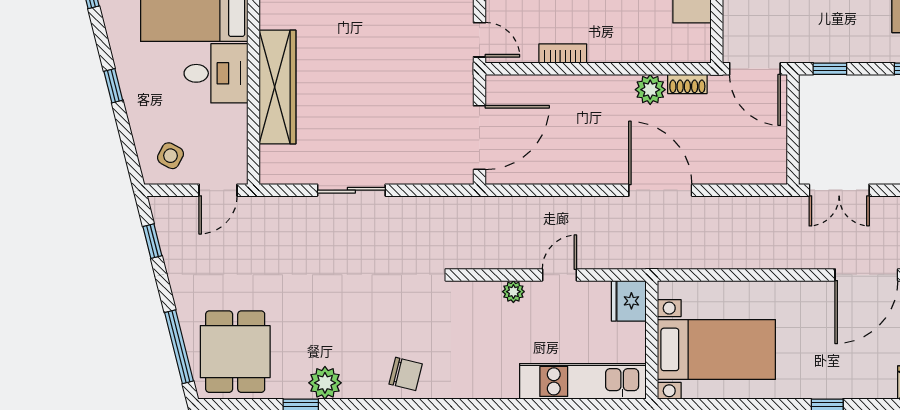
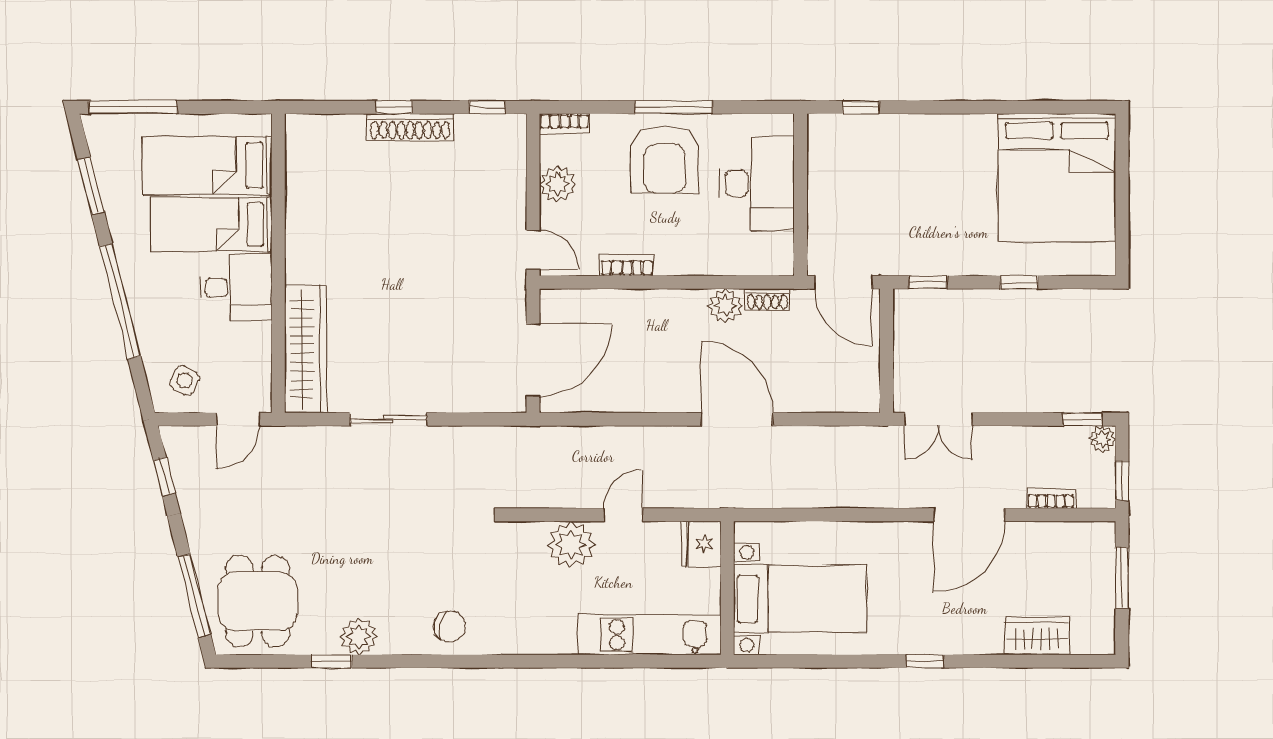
window: (113, 86) -> (120, 301), width x3.17
wardrobe: (278, 87) -> (305, 349), moved
plant: (513, 292) -> (571, 545), width x1.87, depth x1.87

